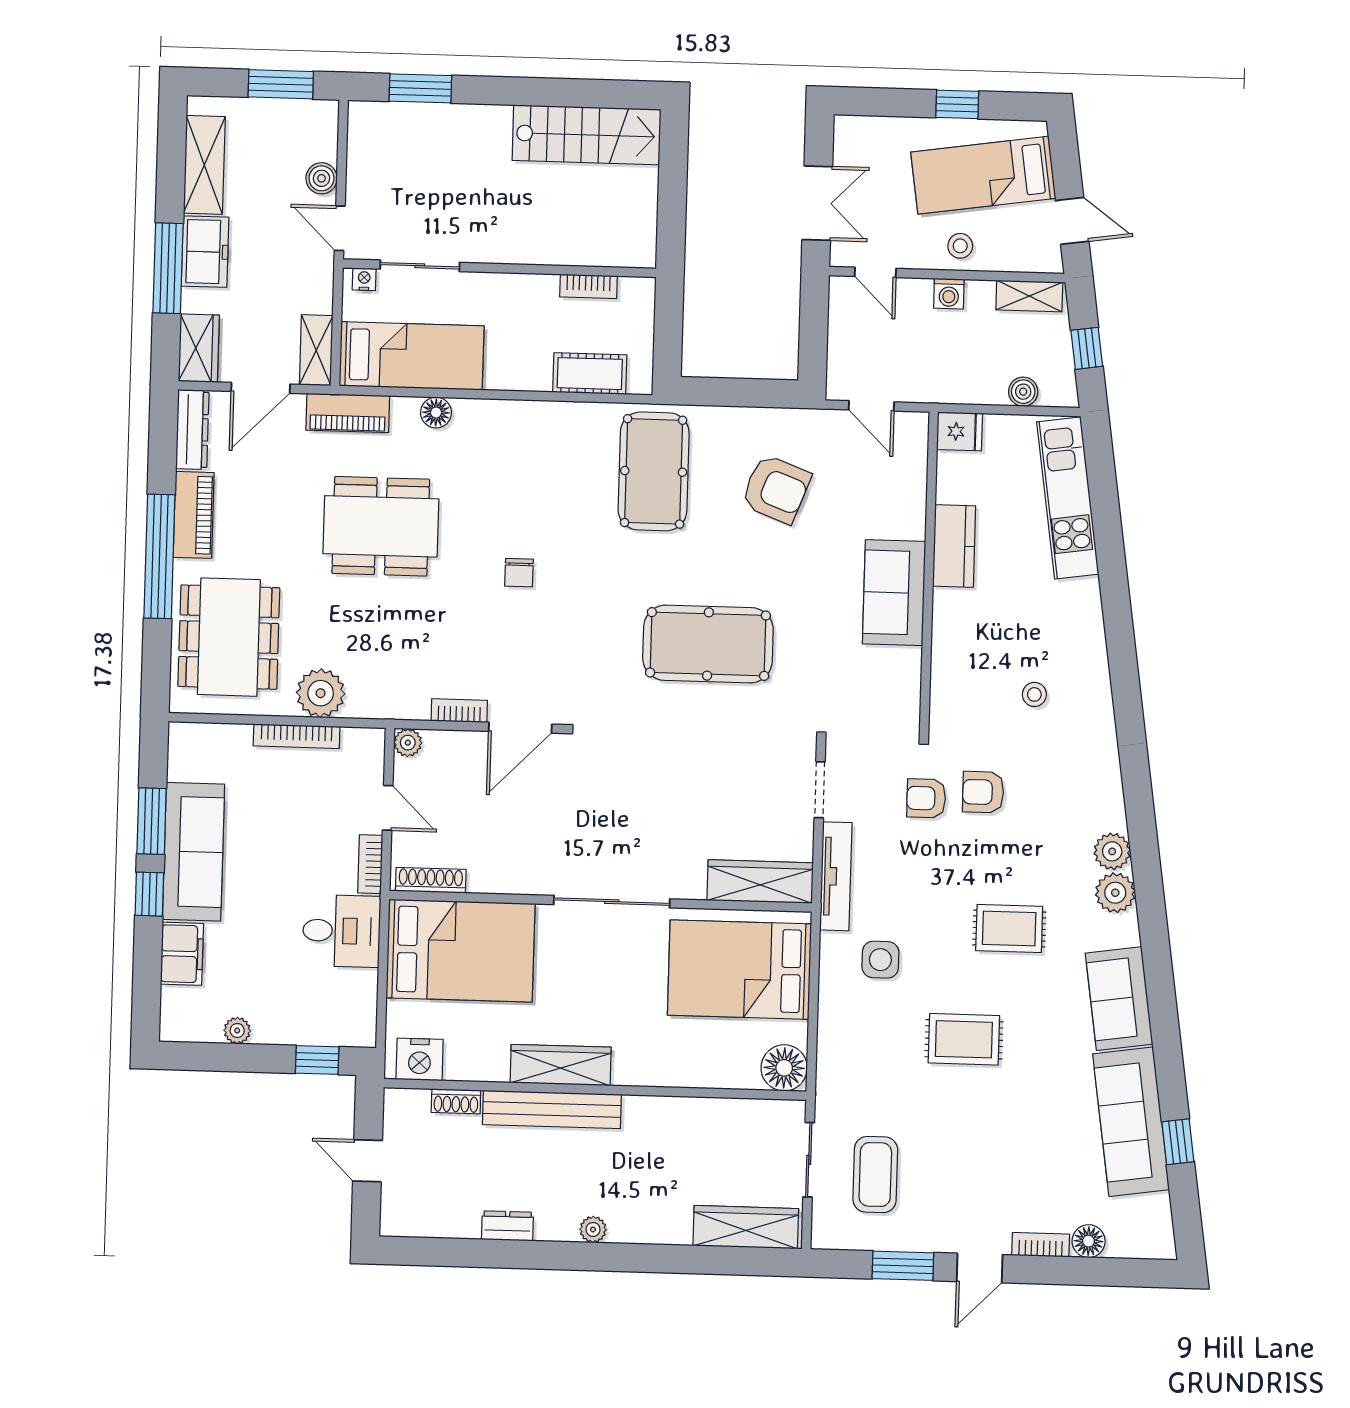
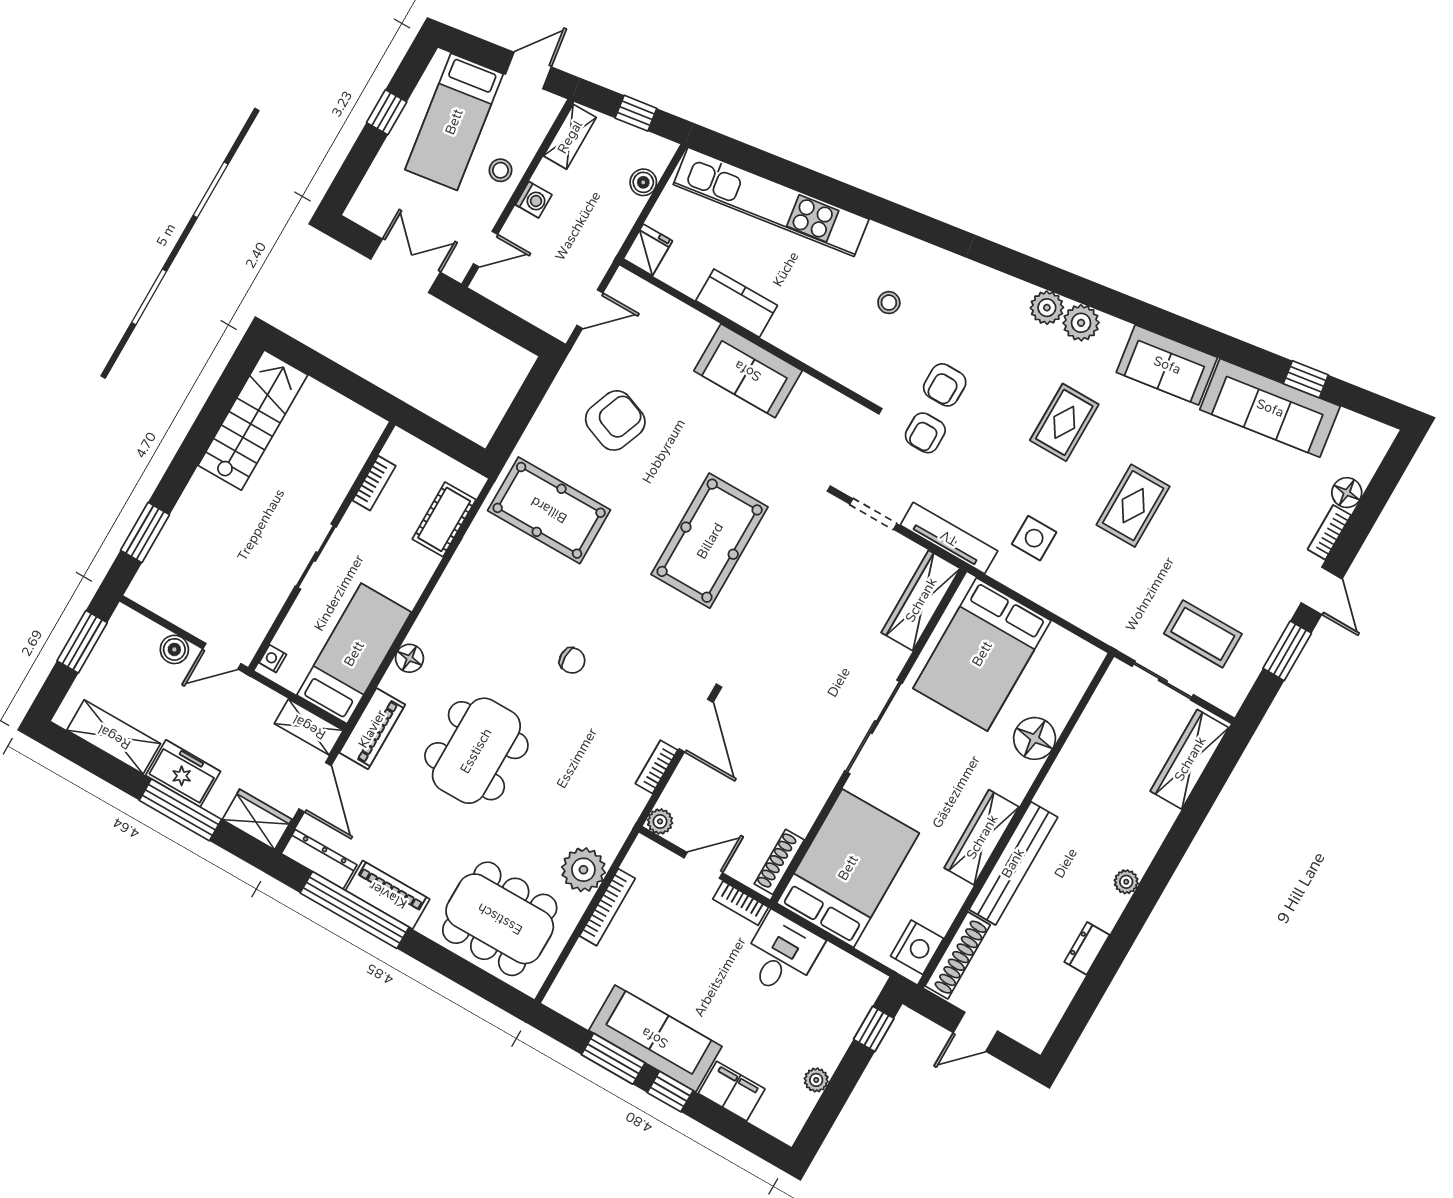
sliding door: (420, 266) -> (316, 557), moved
kitchen unit: (1068, 498) -> (771, 202), width x1.36
window: (159, 556) -> (355, 910), moved
floor lamp: (784, 1068) -> (1035, 738), moved
shoe rack: (456, 1101) -> (958, 955), width x1.94, depth x1.24

